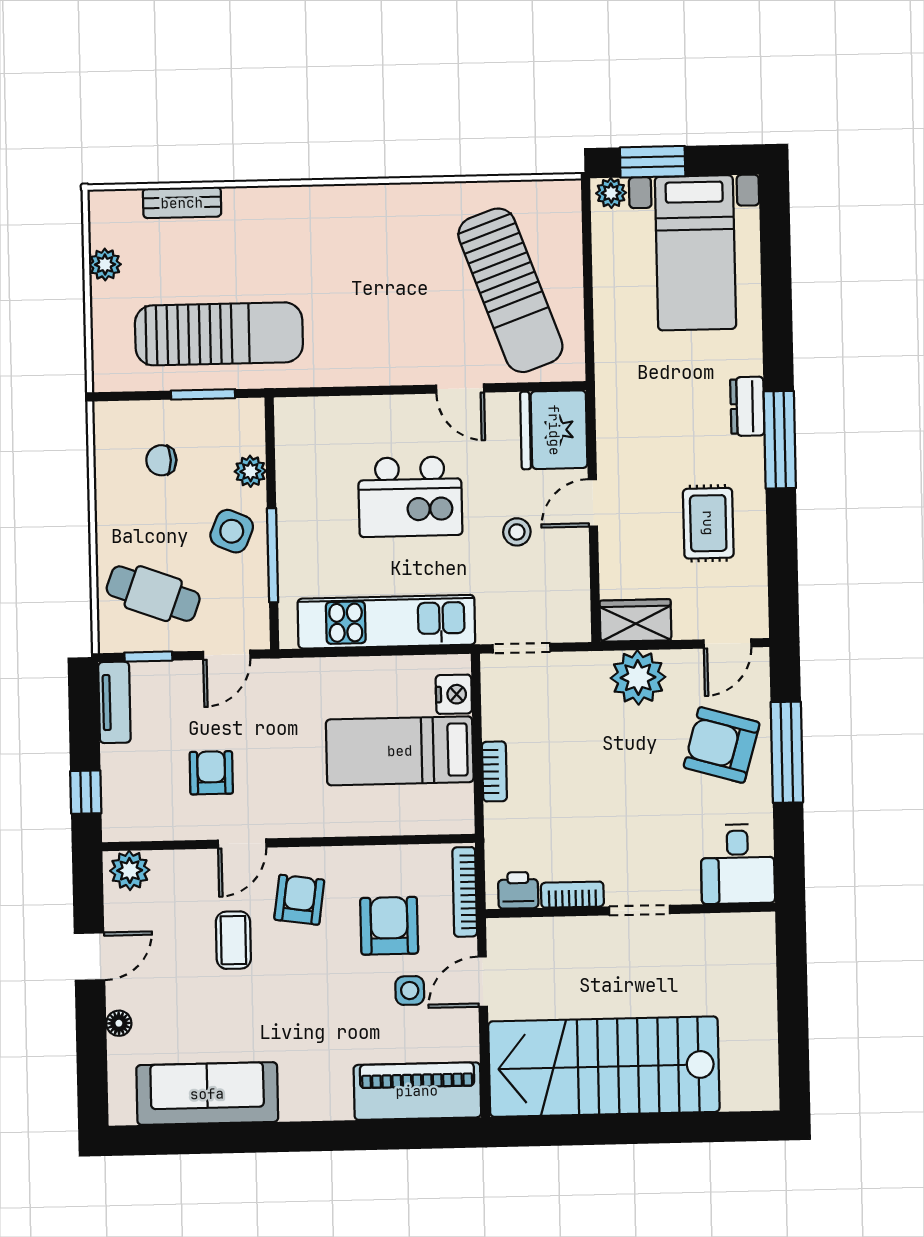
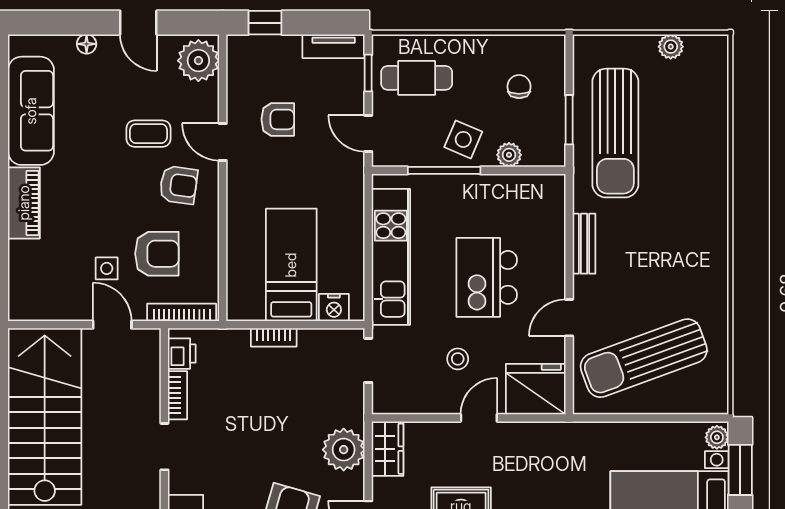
bench: (182, 203) -> (584, 244), moved
door: (593, 503) -> (479, 418), hinge flipped
cafe table: (153, 594) -> (417, 78), turned 70
plant: (130, 870) -> (198, 61), width x1.36, depth x1.36
piano: (417, 1091) -> (24, 203), moved, width x0.73, depth x0.75

